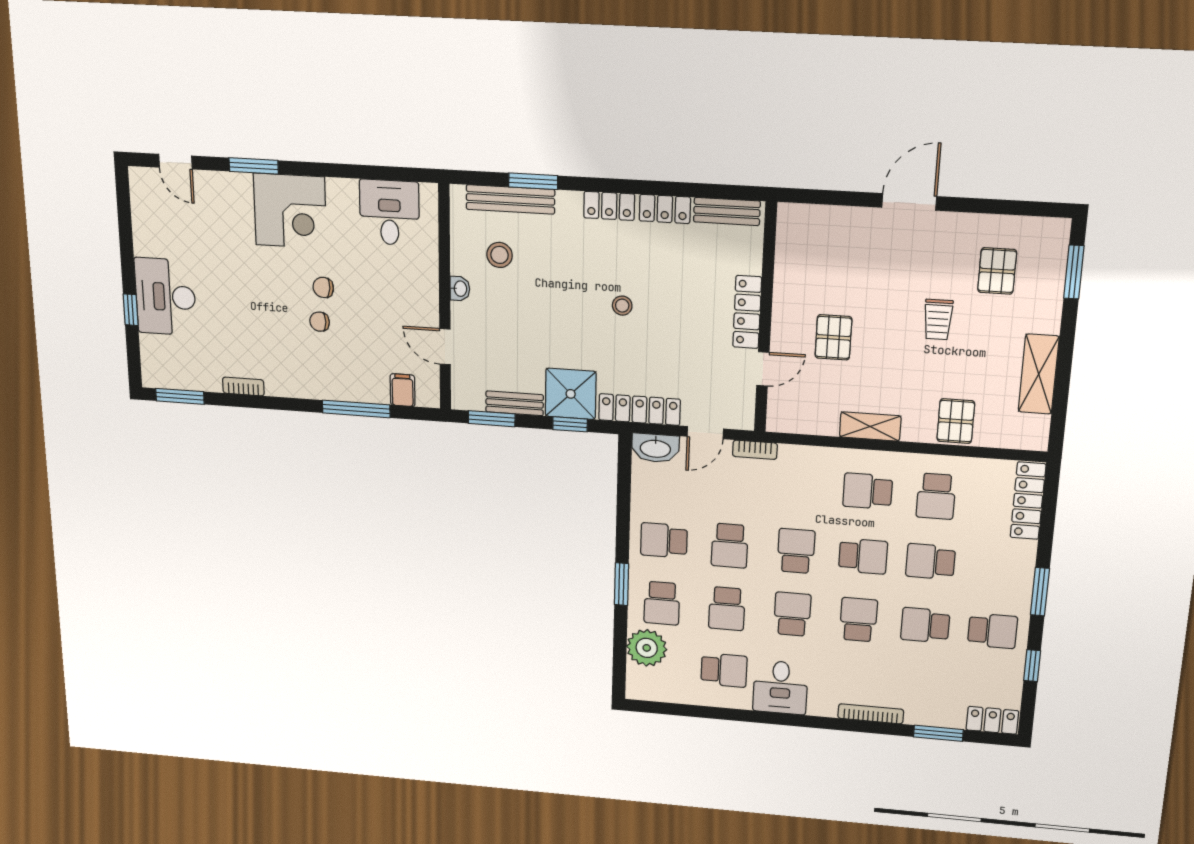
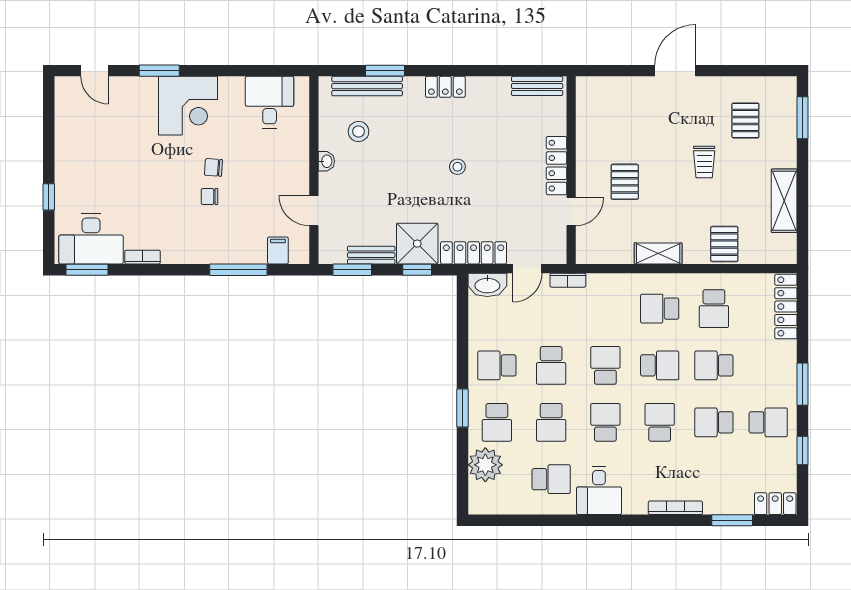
locker: (665, 209) -> (489, 87), removed
desk: (165, 297) -> (91, 239), moved, turned -90

